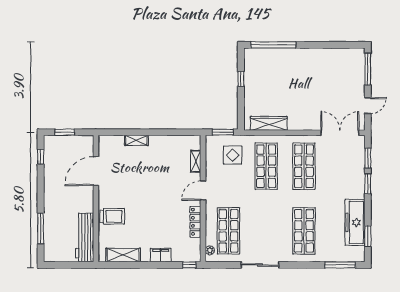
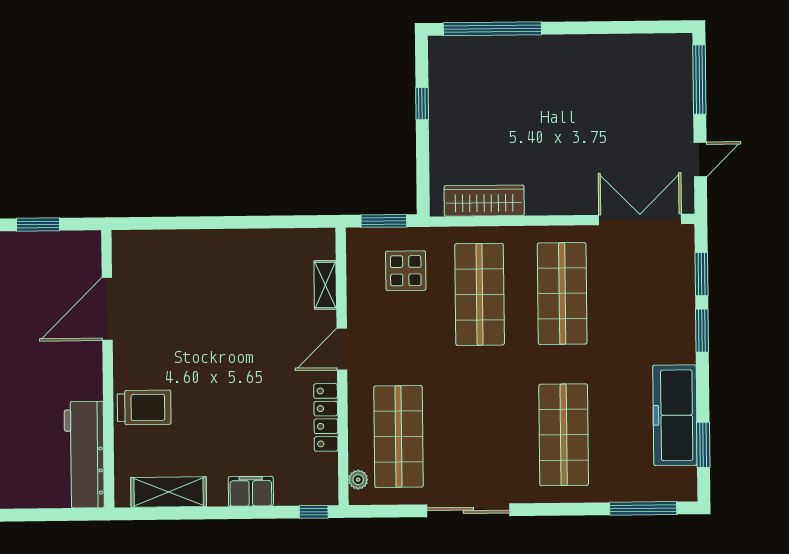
shelving: (136, 140) -> (195, 241), removed

